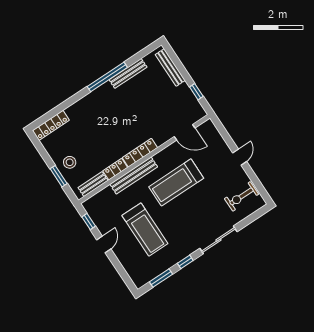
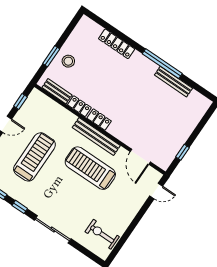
bench: (170, 67) -> (195, 119), removed
locker: (51, 125) -> (117, 44), moved
locker: (140, 153) -> (99, 120), width x0.66
door: (240, 157) -> (156, 191), moved
bench: (134, 176) -> (96, 137), moved
treadmill: (145, 230) -> (34, 157), turned 180

